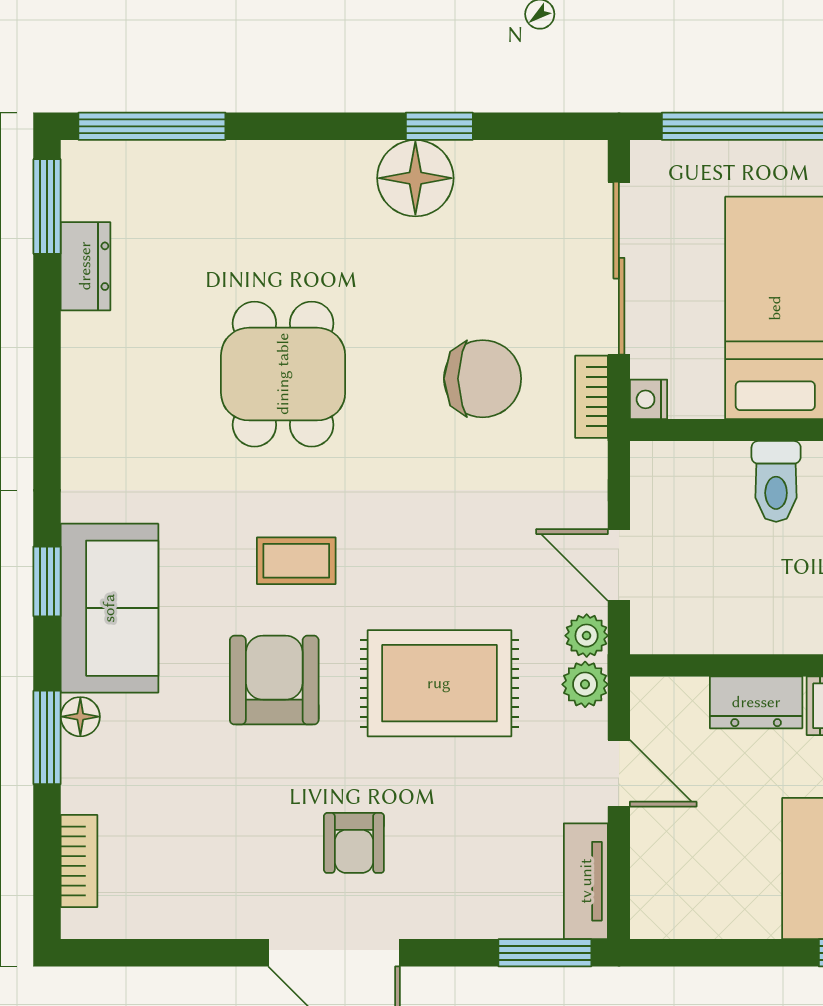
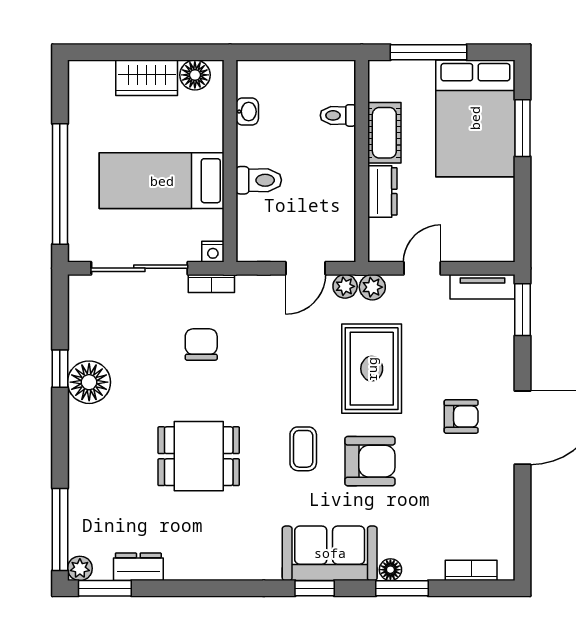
plant: (83, 162) -> (80, 568), added
chair: (483, 379) -> (201, 345), width x0.73, depth x0.73
armchair: (274, 680) -> (370, 461), turned 180

